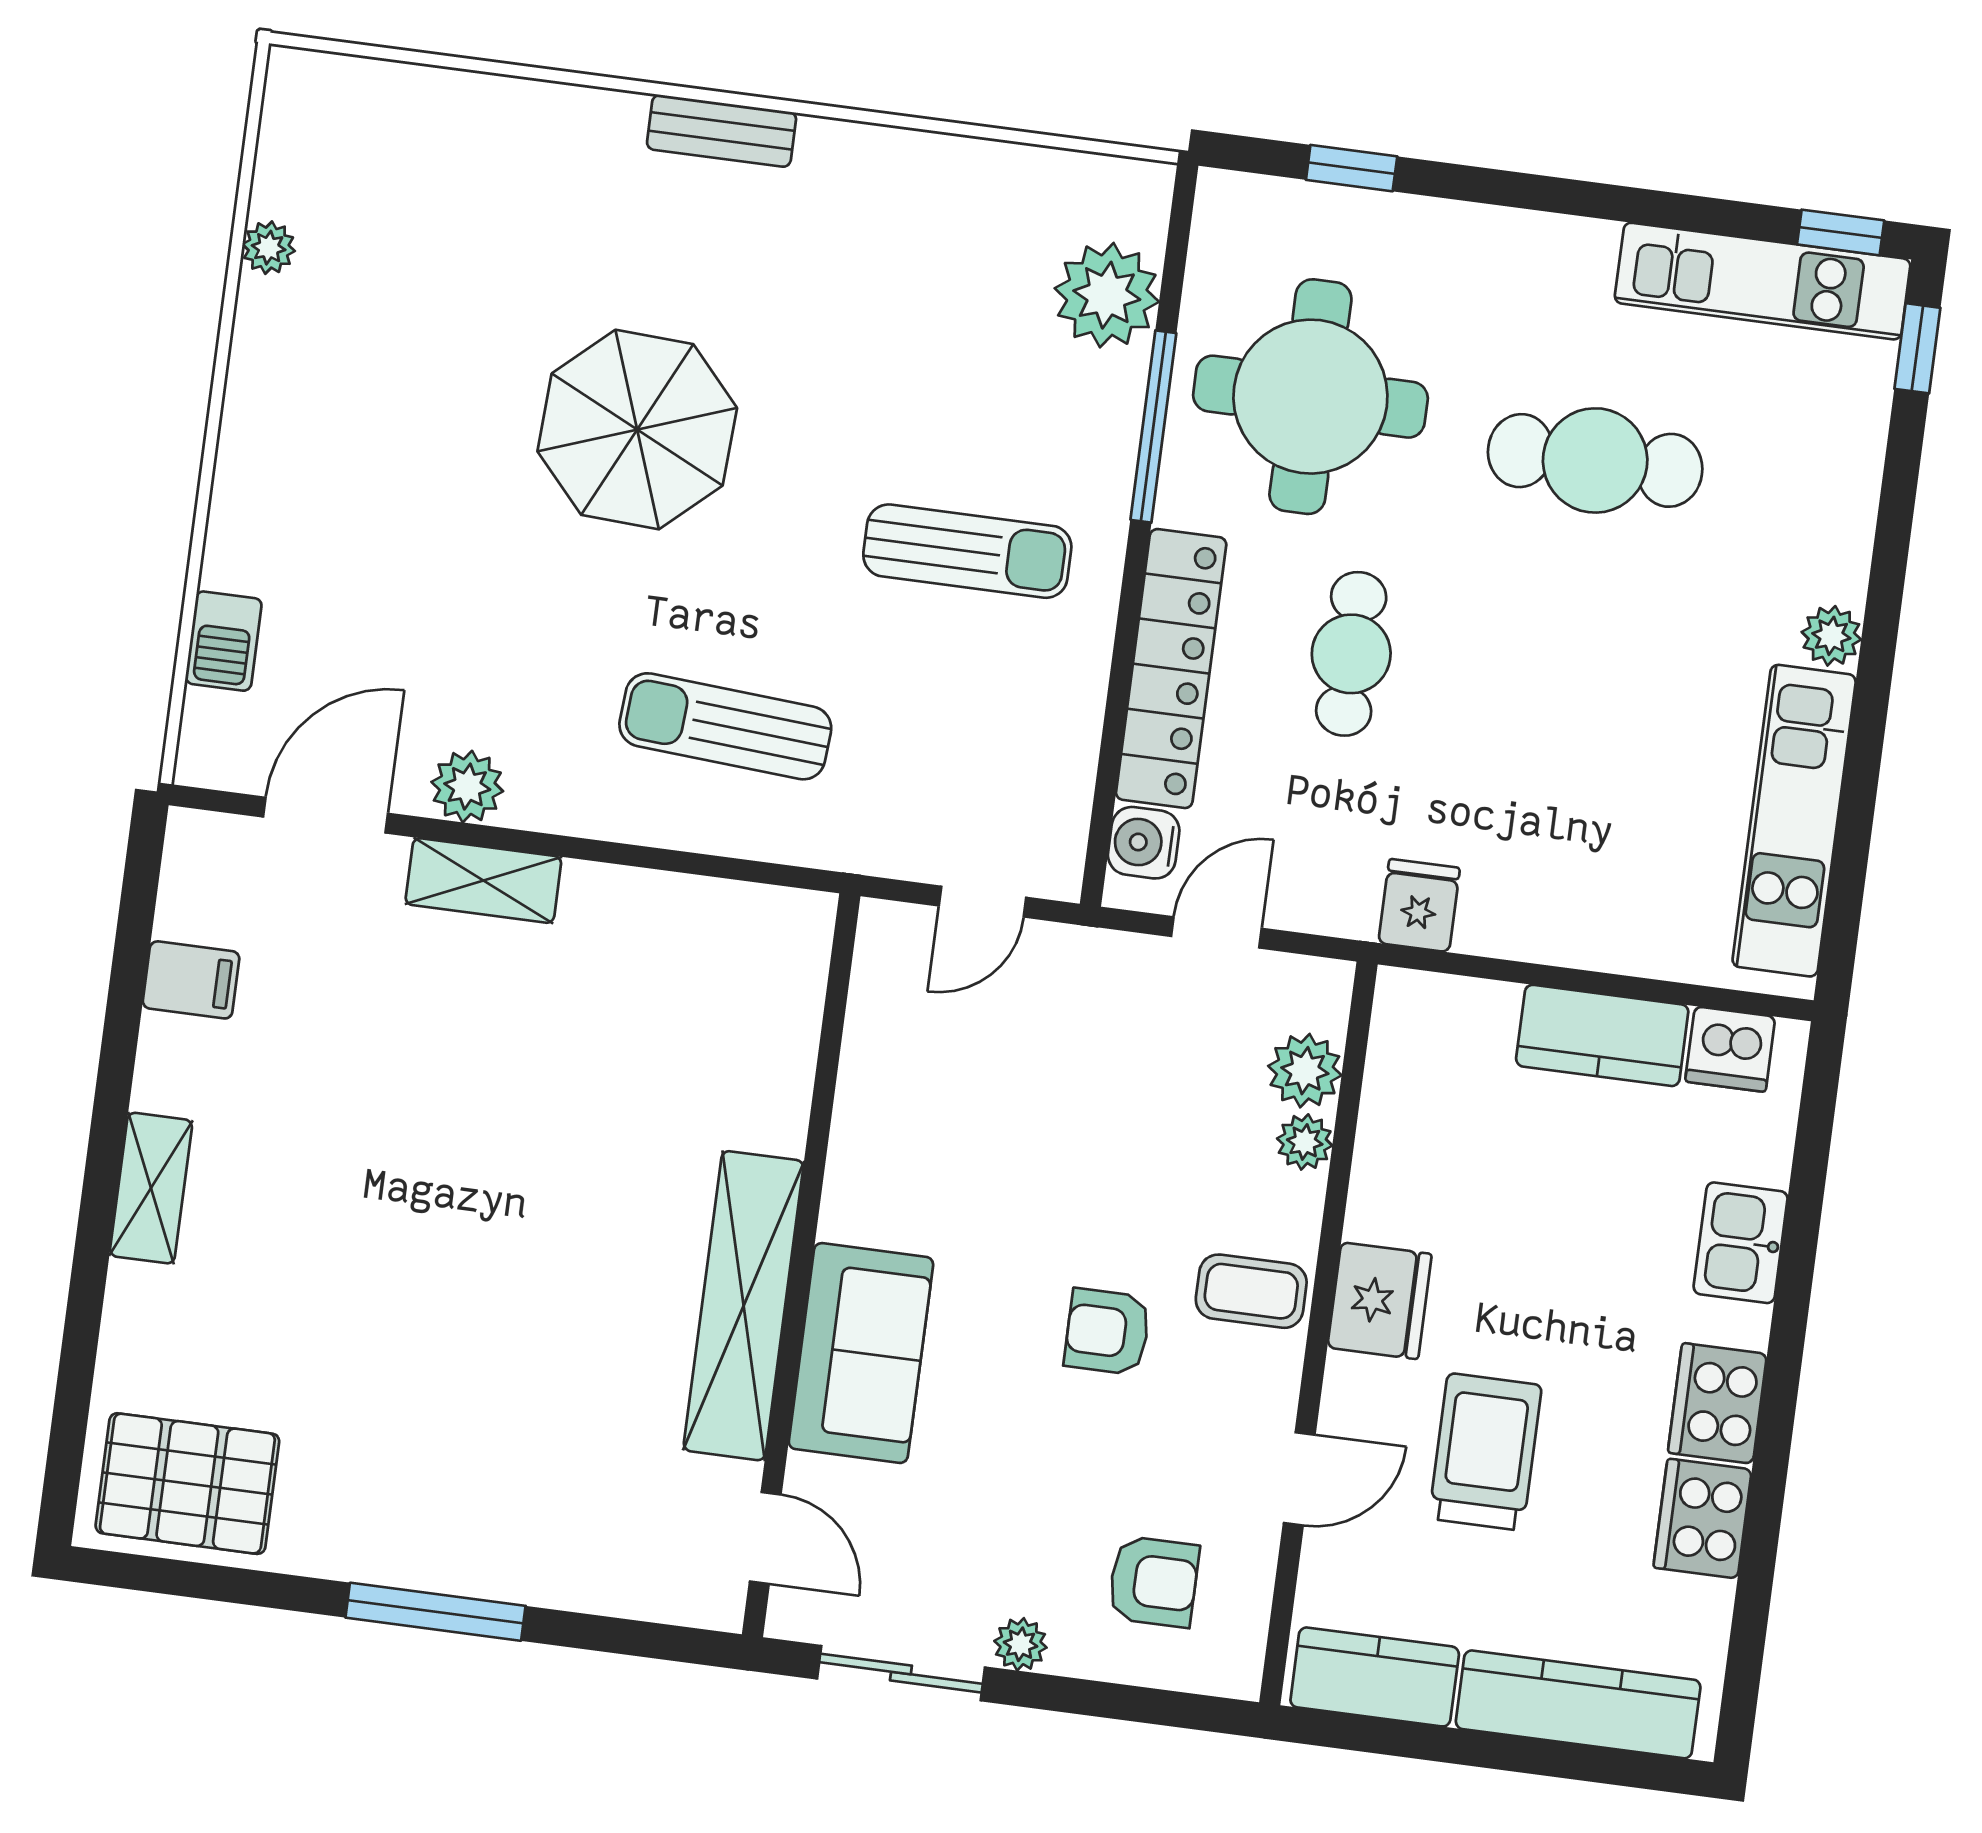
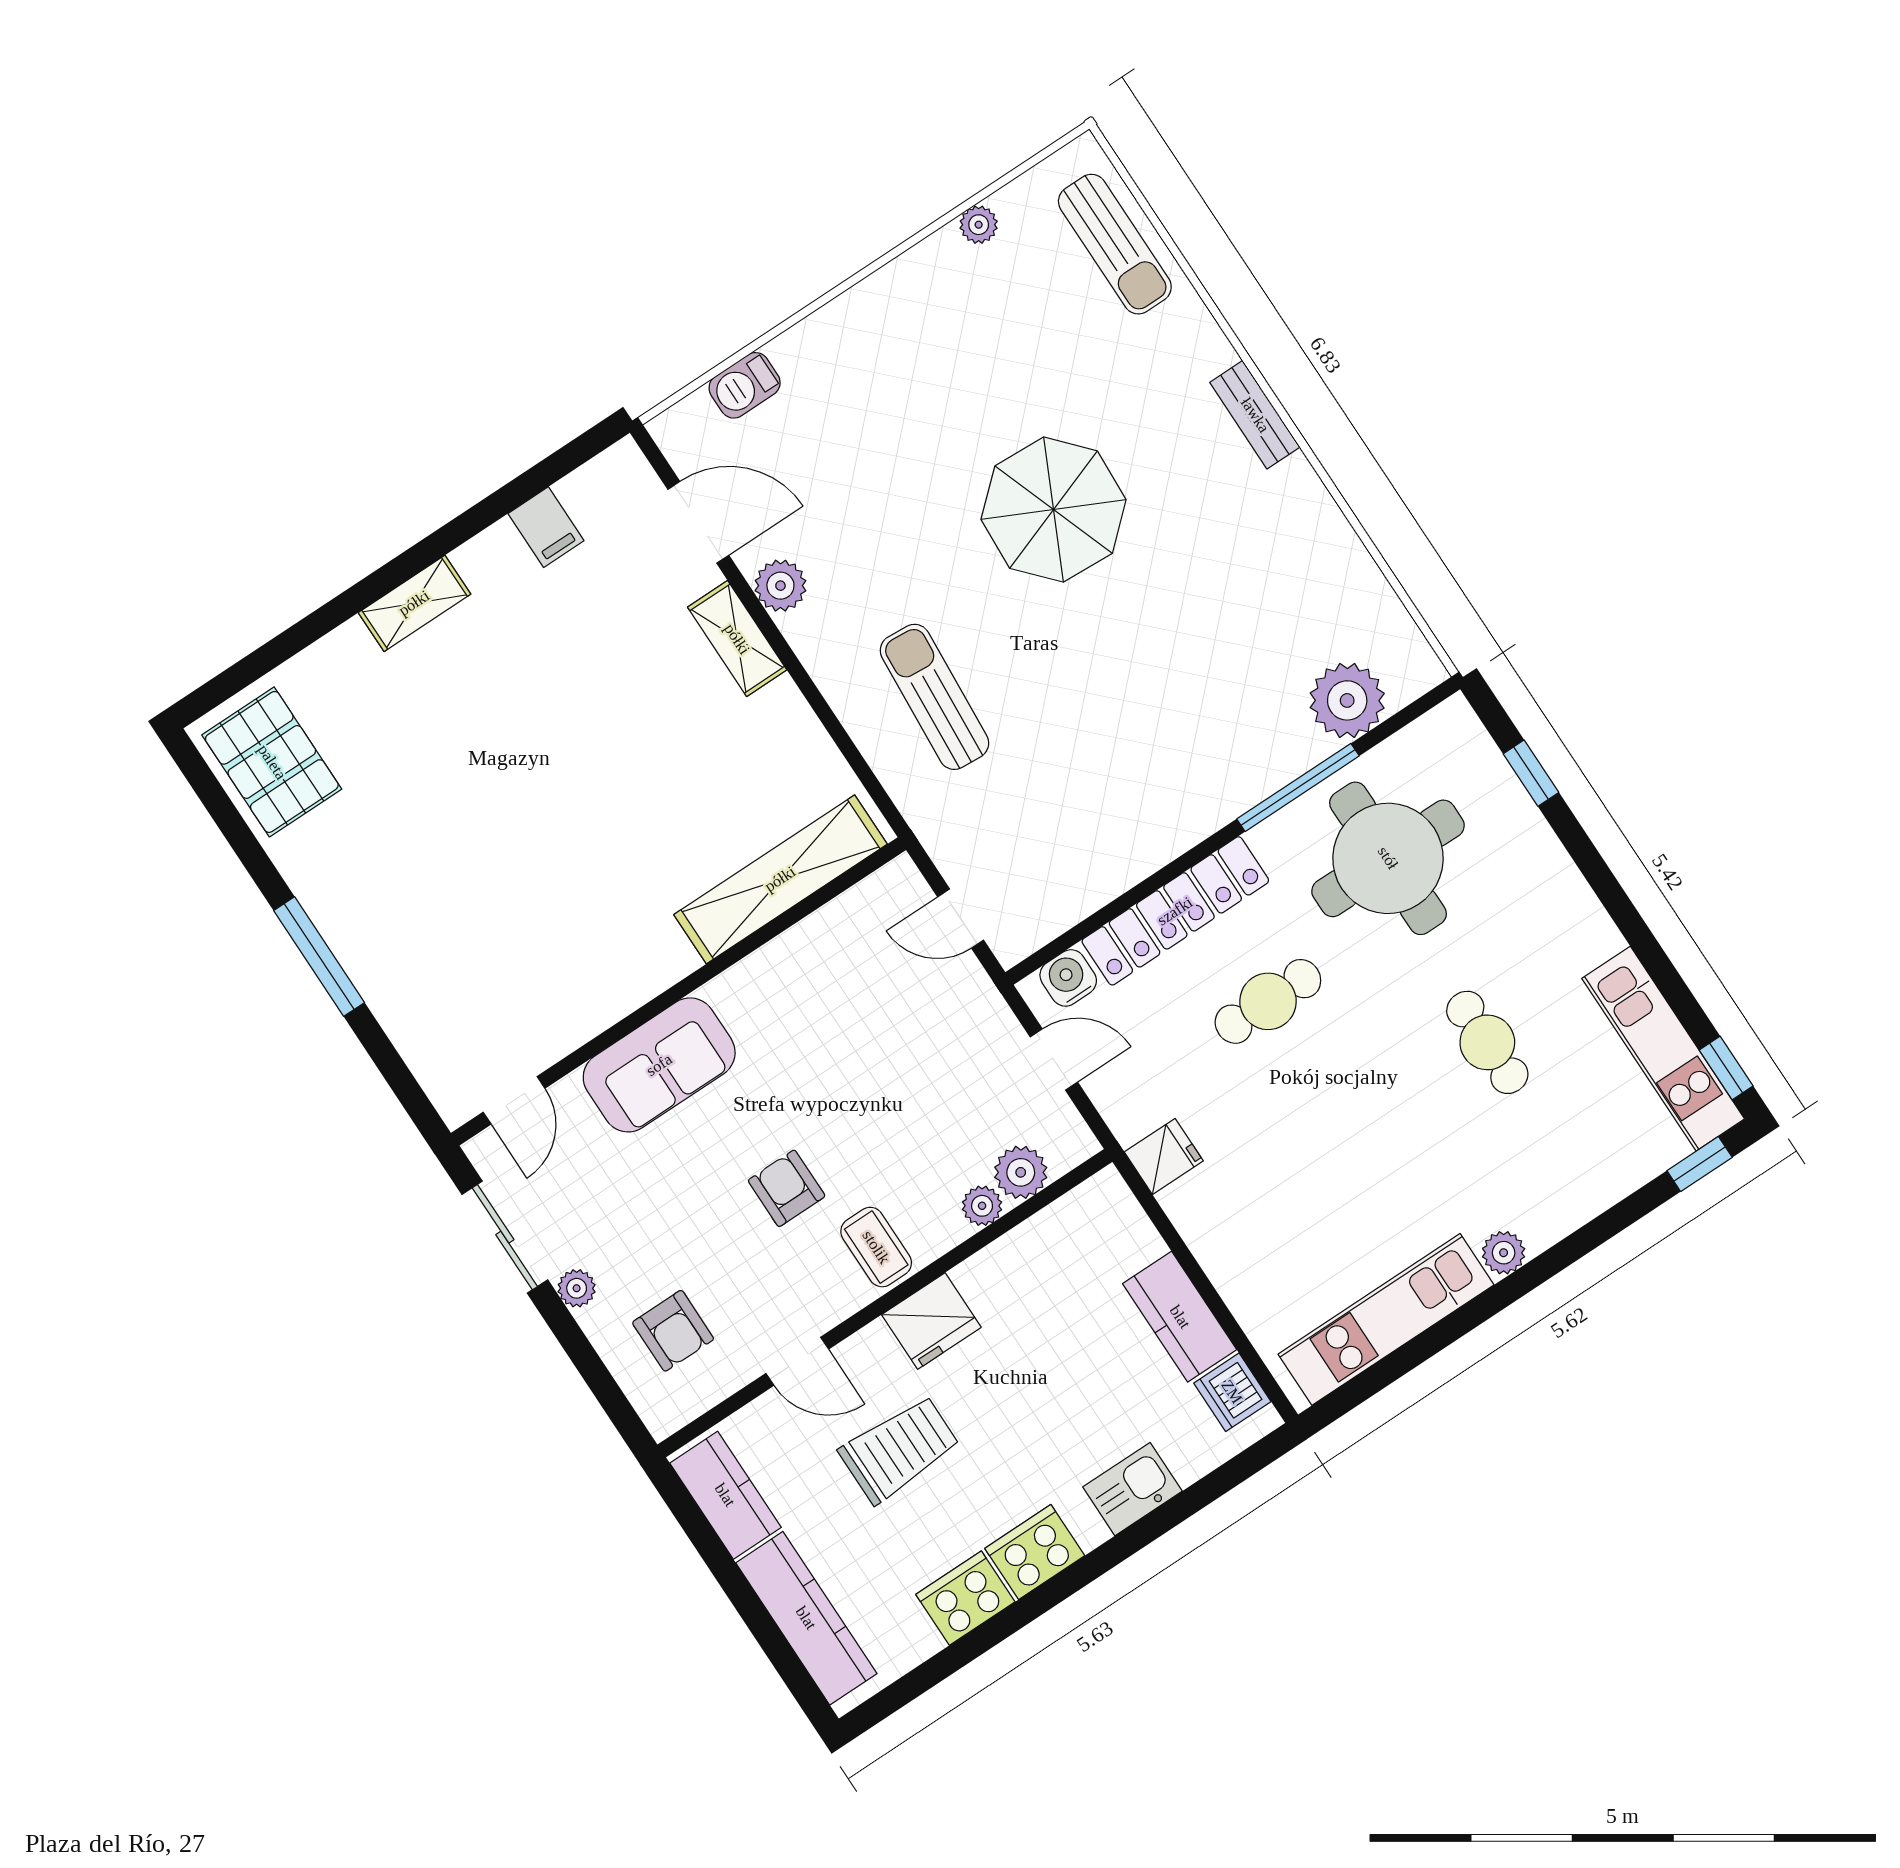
cafe table: (1595, 460) -> (1487, 1042), width x0.73, depth x0.74
sun lounger: (967, 551) -> (1115, 244), moved
shelving: (744, 1306) -> (780, 879), moved

